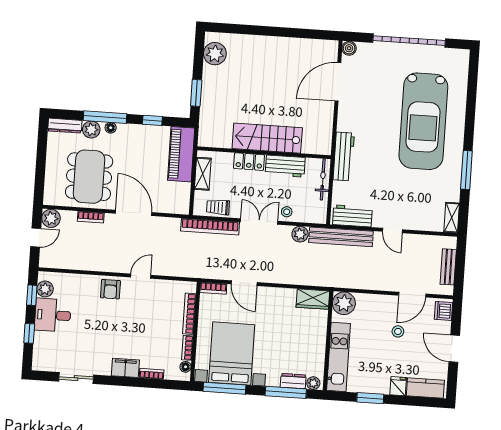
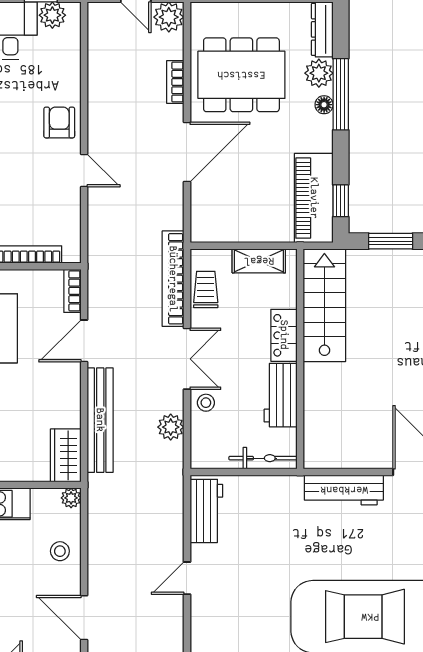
window: (152, 120) -> (341, 201), moved
stairs: (267, 138) -> (324, 305), moved
piano: (181, 154) -> (314, 198), moved, turned -90
workbench: (344, 156) -> (344, 490), moved
bench: (341, 237) -> (100, 420), moved
armchair: (110, 289) -> (59, 122), turned 90
plant: (344, 303) -> (71, 498), width x0.53, depth x0.53
stool: (398, 331) -> (60, 551), moved

